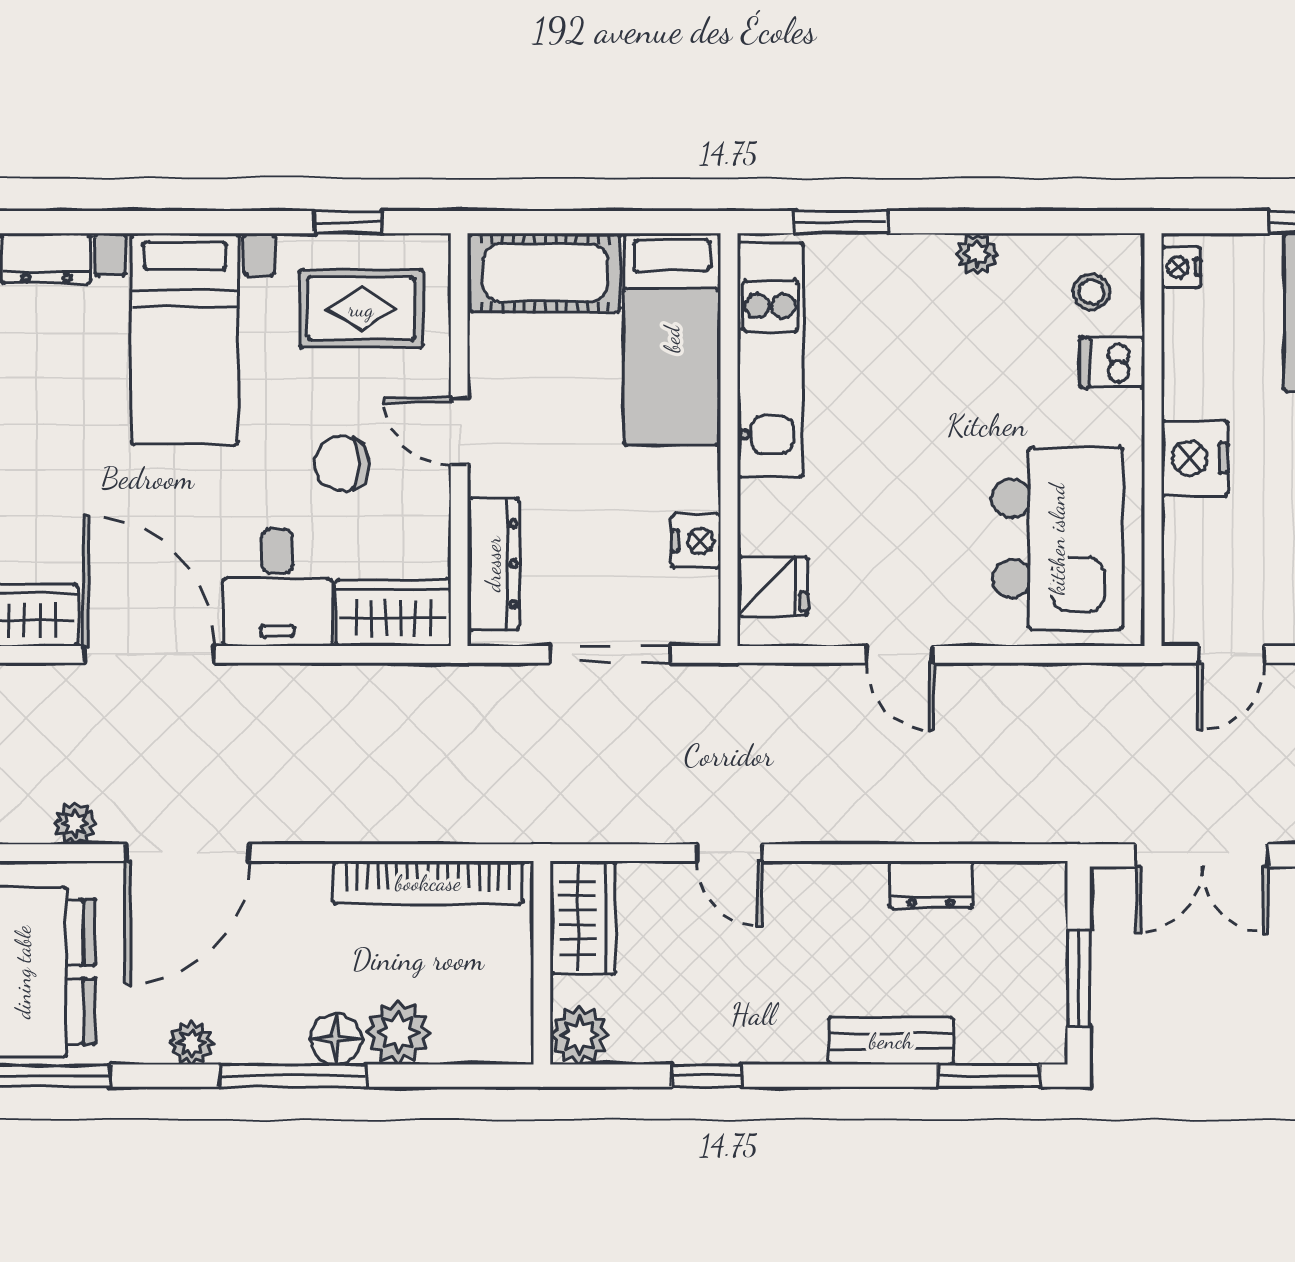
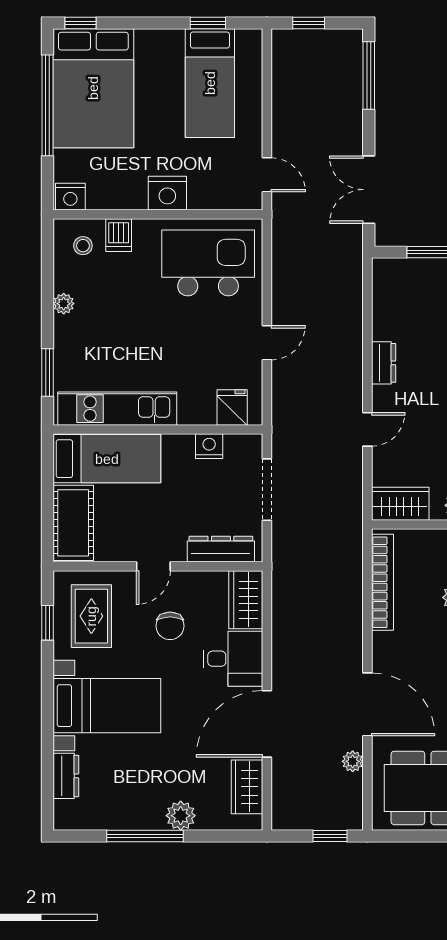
nightstand: (1181, 267) -> (70, 197), width x1.39, depth x1.35
double door: (1202, 855) -> (369, 190), swing flipped
dresser: (931, 885) -> (384, 363), moved

